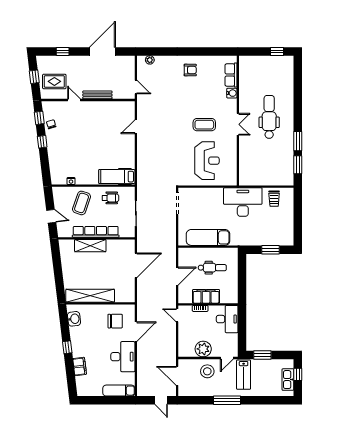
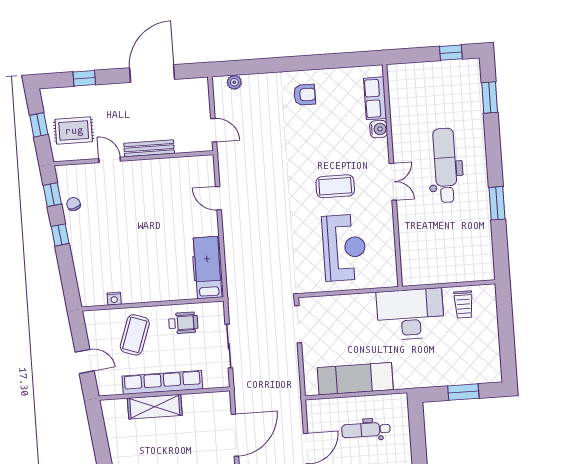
door: (136, 127) -> (218, 198), hinge flipped
window: (298, 165) -> (490, 97), moved
hospital bed: (117, 177) -> (208, 268), moved, turned 90
dental chair: (212, 268) -> (366, 430), turned 180

